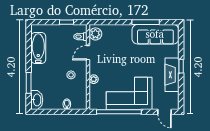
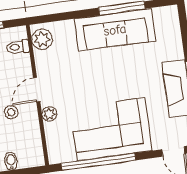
sofa: (155, 34) -> (115, 30), moved
door: (88, 53) -> (37, 90), moved

